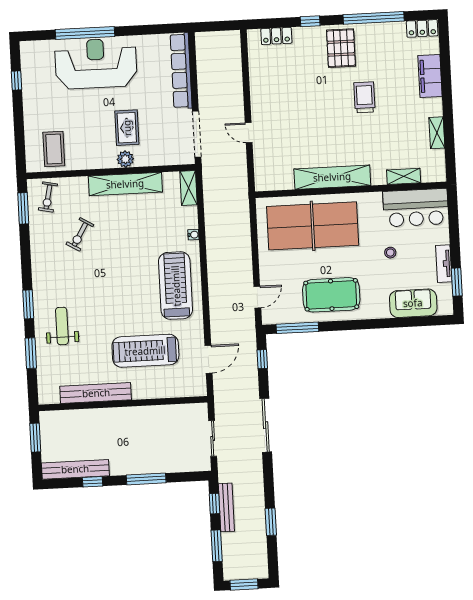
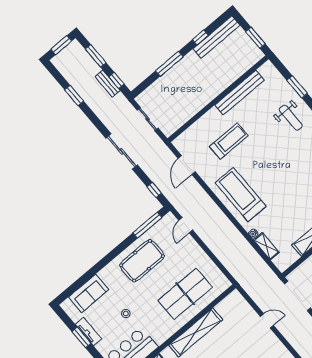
shelving: (189, 188) -> (266, 246), moved
table tennis table: (313, 226) -> (185, 294), width x0.73, depth x0.76
window: (457, 282) -> (81, 337), moved
treadmill: (176, 286) -> (241, 194), turned 180
treadmill: (145, 351) -> (229, 141), width x0.73, depth x0.73
bench: (226, 507) -> (108, 84), width x0.73

